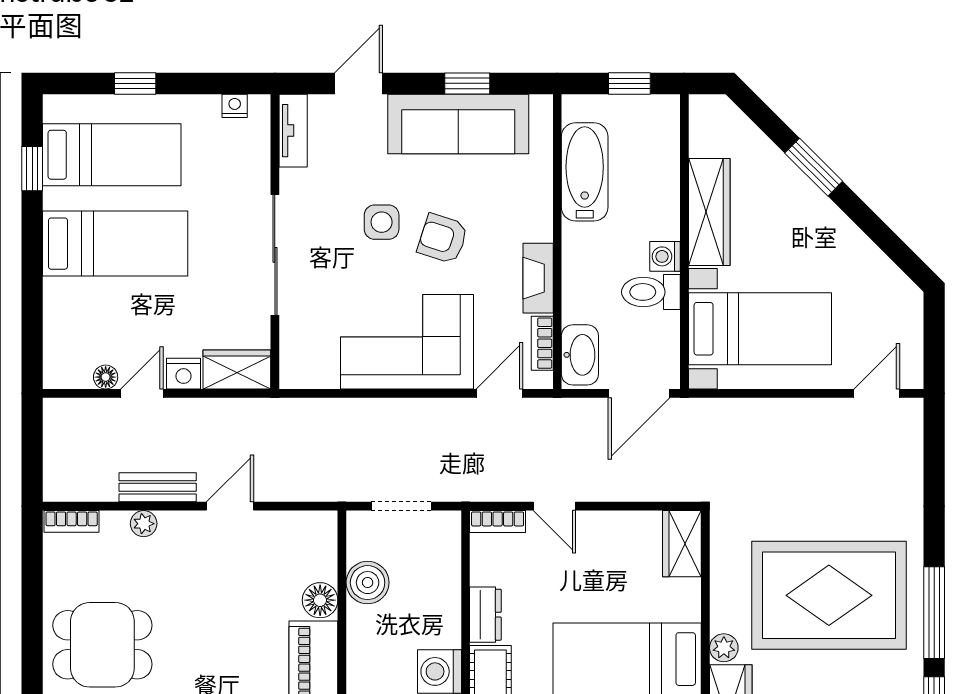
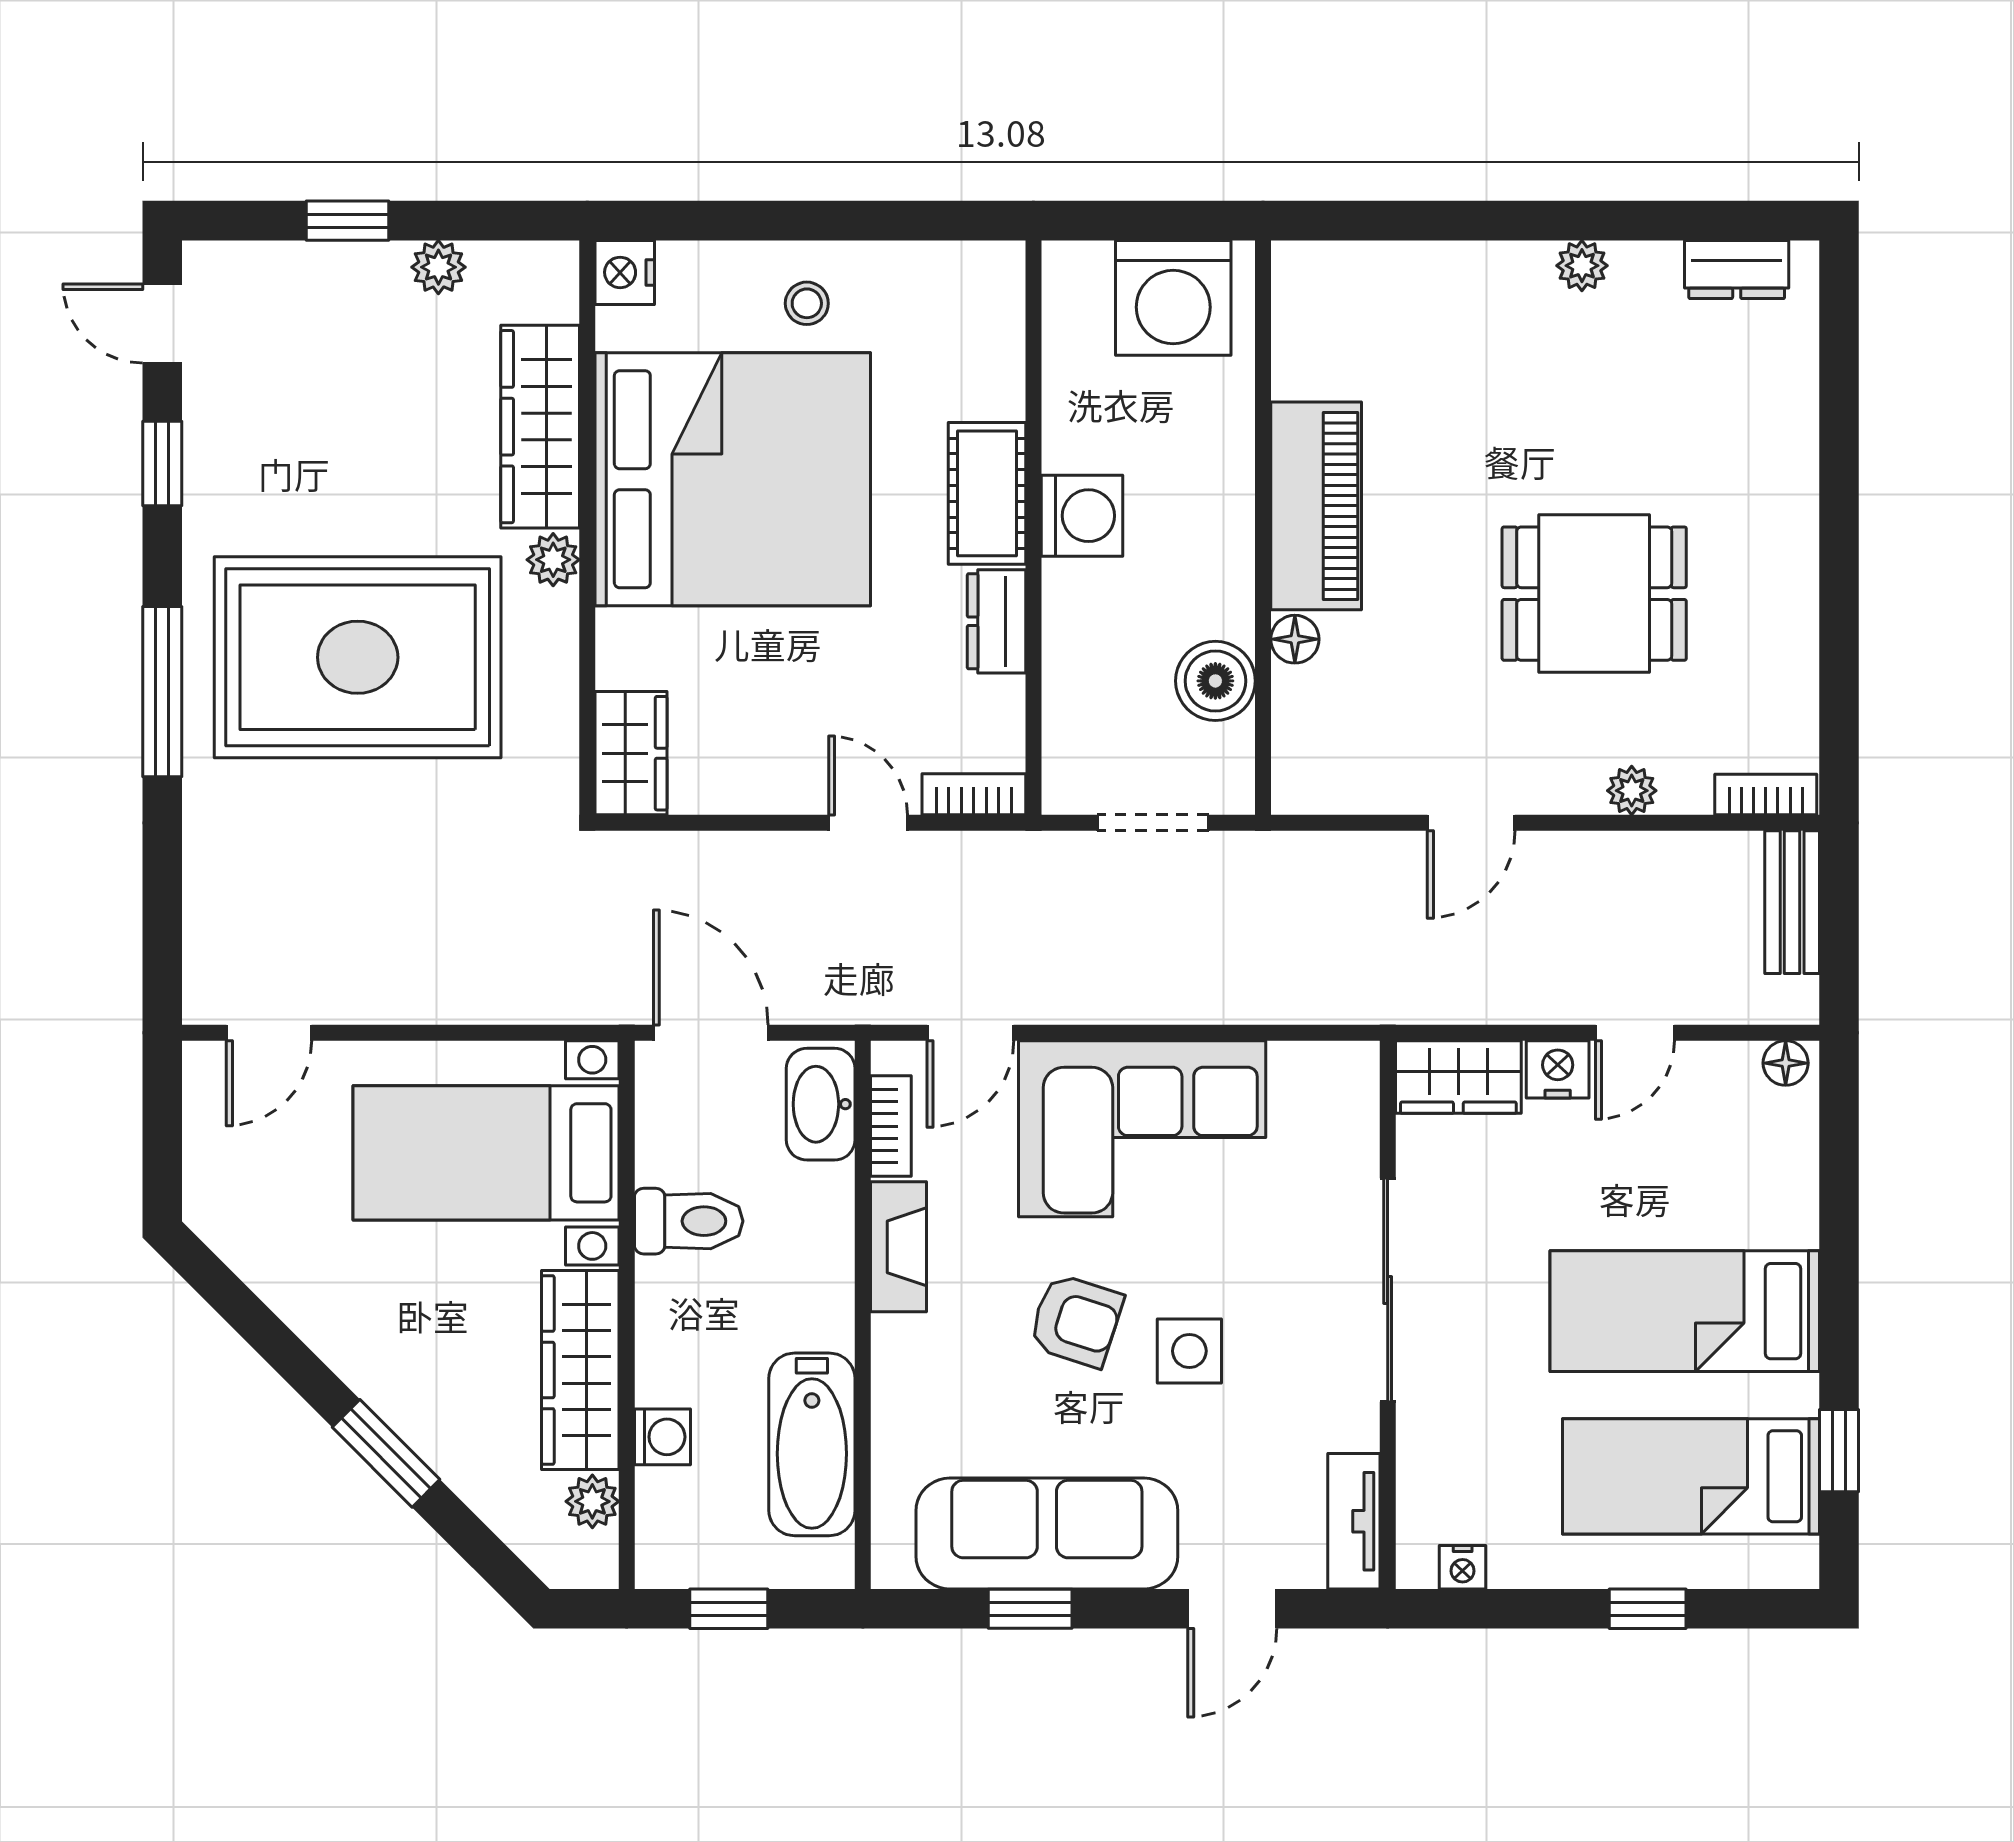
plant: (703, 141) -> (592, 1501), added
washing machine: (665, 256) -> (663, 1437), moved
floor lamp: (106, 377) -> (1786, 1063), moved
door: (639, 393) -> (711, 1033), hinge flipped
bench: (158, 487) -> (1792, 902), moved, turned 90
floor lamp: (320, 600) -> (1295, 639), width x0.73, depth x0.73
window: (934, 613) -> (162, 692), moved
dining table: (102, 645) -> (1594, 594), moved

